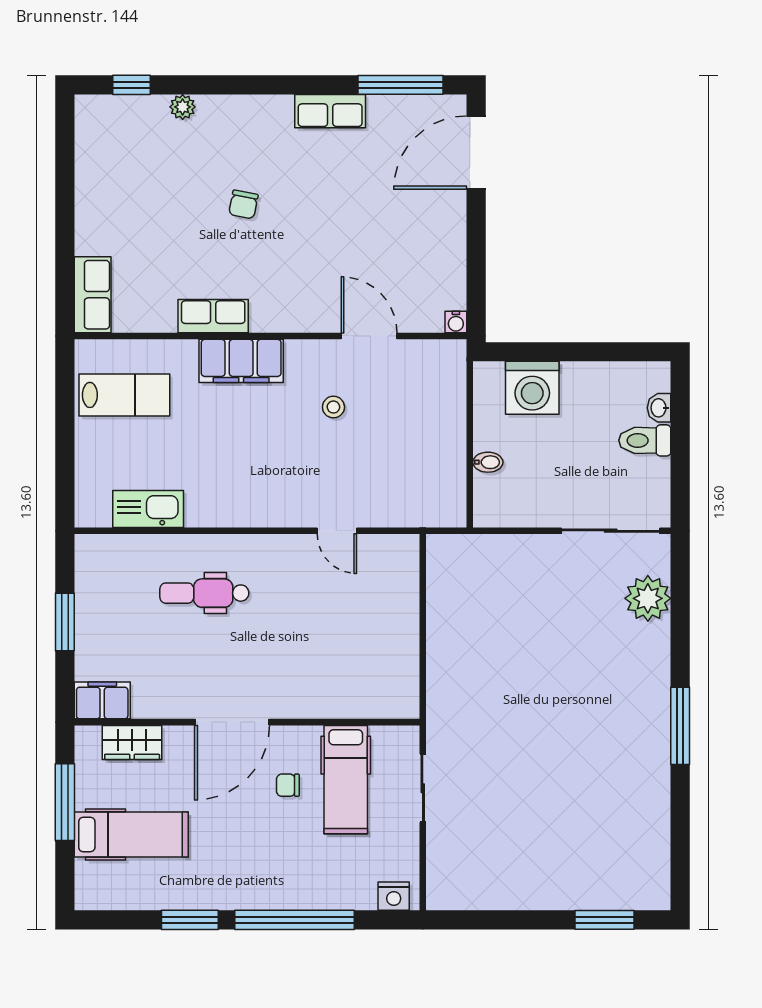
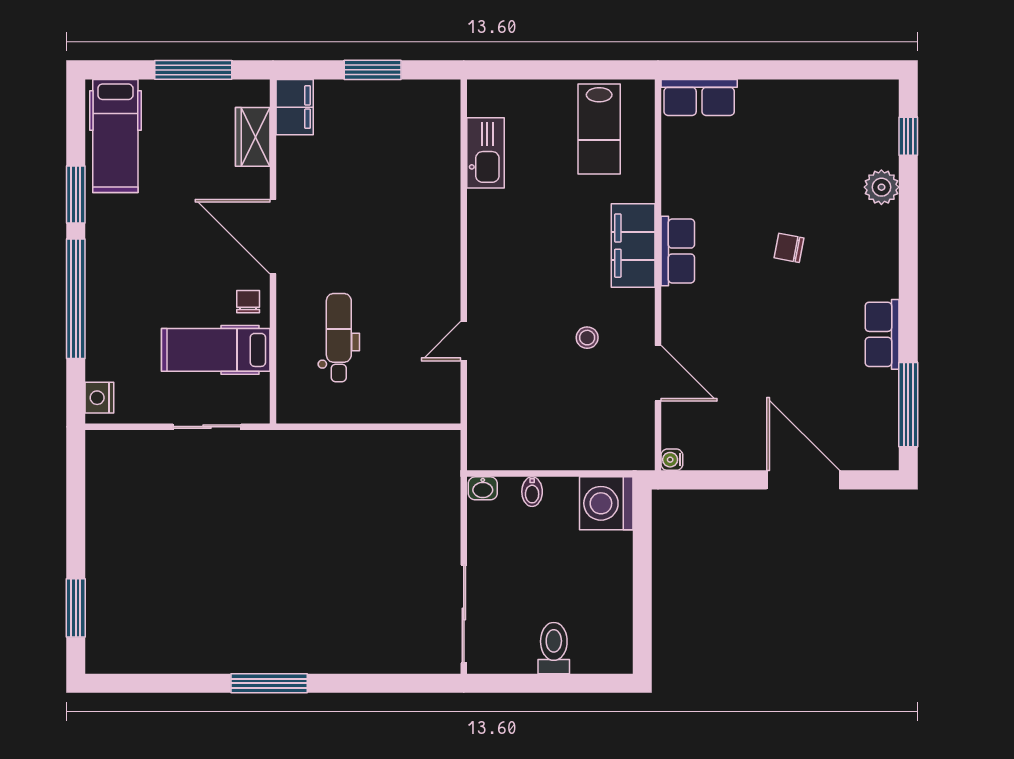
plant: (183, 107) -> (881, 187), width x1.38, depth x1.38
door: (476, 153) -> (803, 480), moved
row of seats: (213, 316) -> (678, 251), moved
door: (369, 336) -> (658, 373), hinge flipped
washing machine: (532, 388) -> (606, 503), moved
washbasin: (659, 408) -> (483, 488), moved, turned 180
dental chair: (204, 593) -> (339, 338), moved
plant: (648, 598) -> (396, 651), removed
chair: (288, 785) -> (248, 302), moved
hospital bed: (131, 834) -> (115, 136), moved

